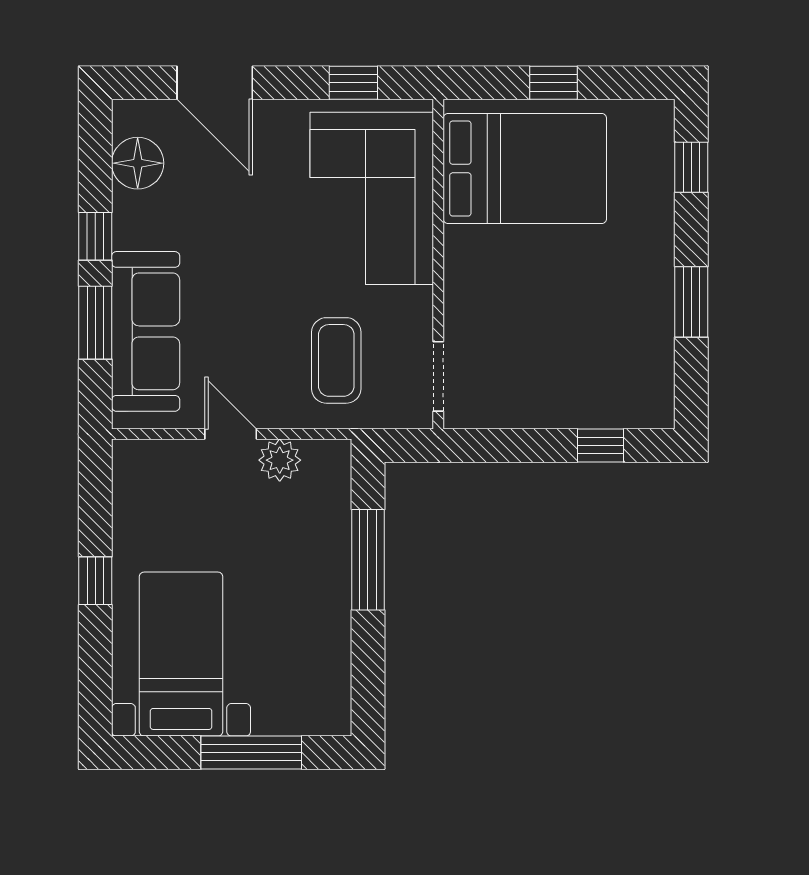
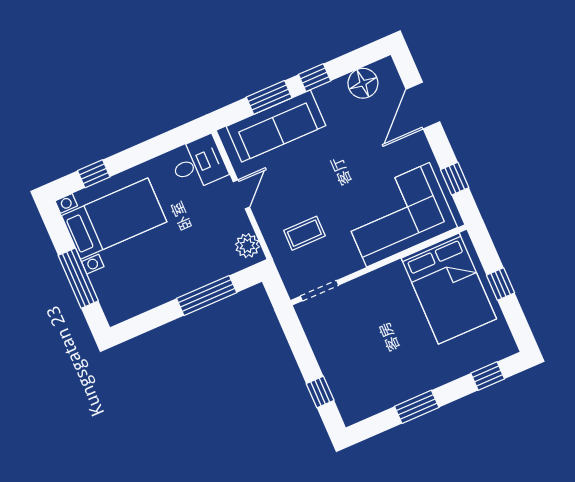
coffee table: (336, 360) -> (304, 233), width x0.73, depth x0.77
plant: (280, 460) -> (247, 246), moved
desk: (151, 481) -> (198, 163), added
window: (95, 581) -> (94, 174), moved

